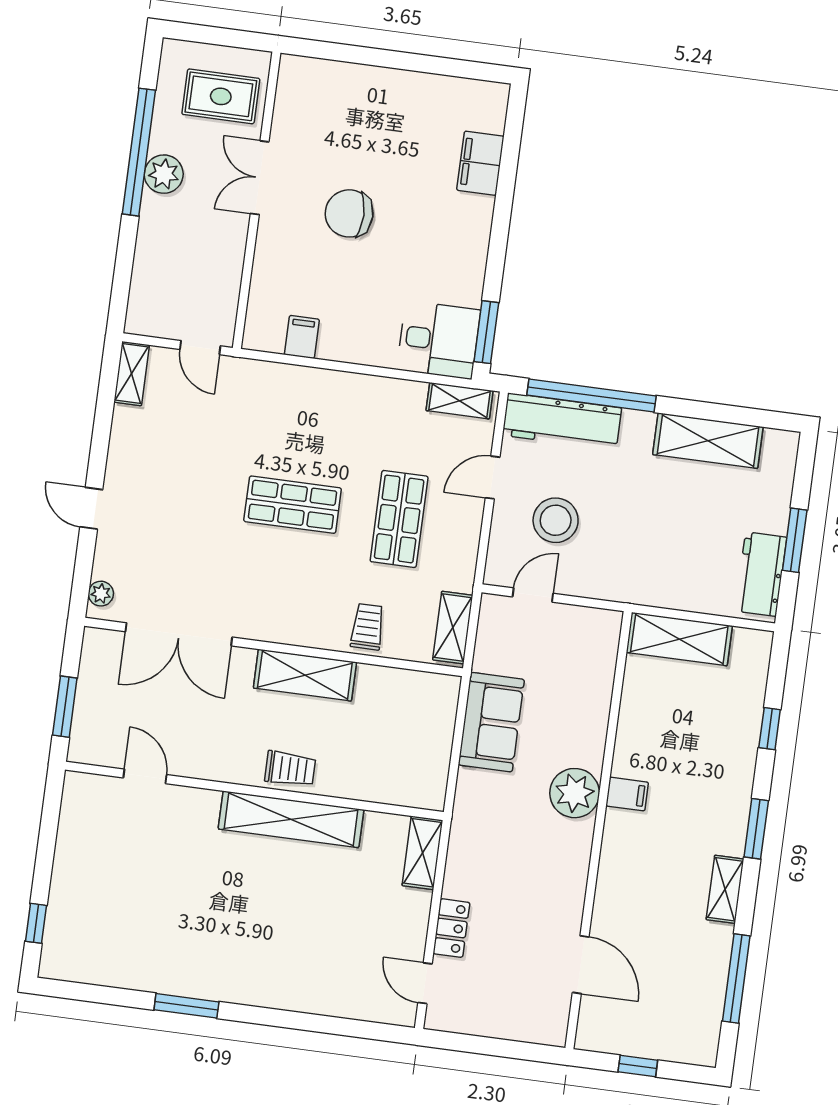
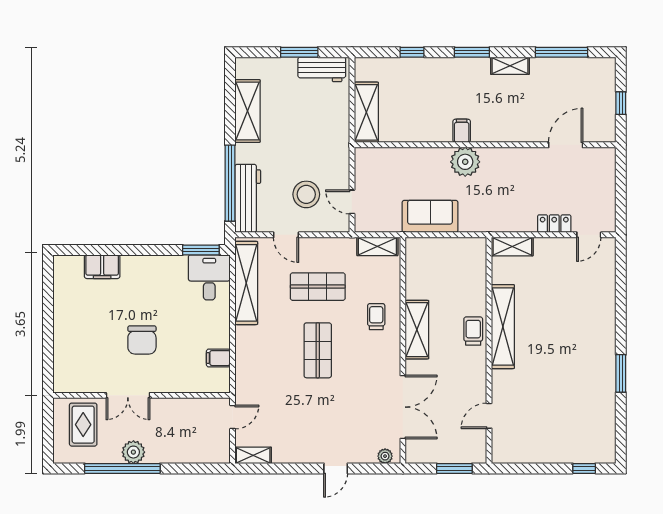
shelving: (460, 401) -> (246, 283), width x2.20, depth x1.33
trolley: (367, 627) -> (376, 317), moved, turned 90

